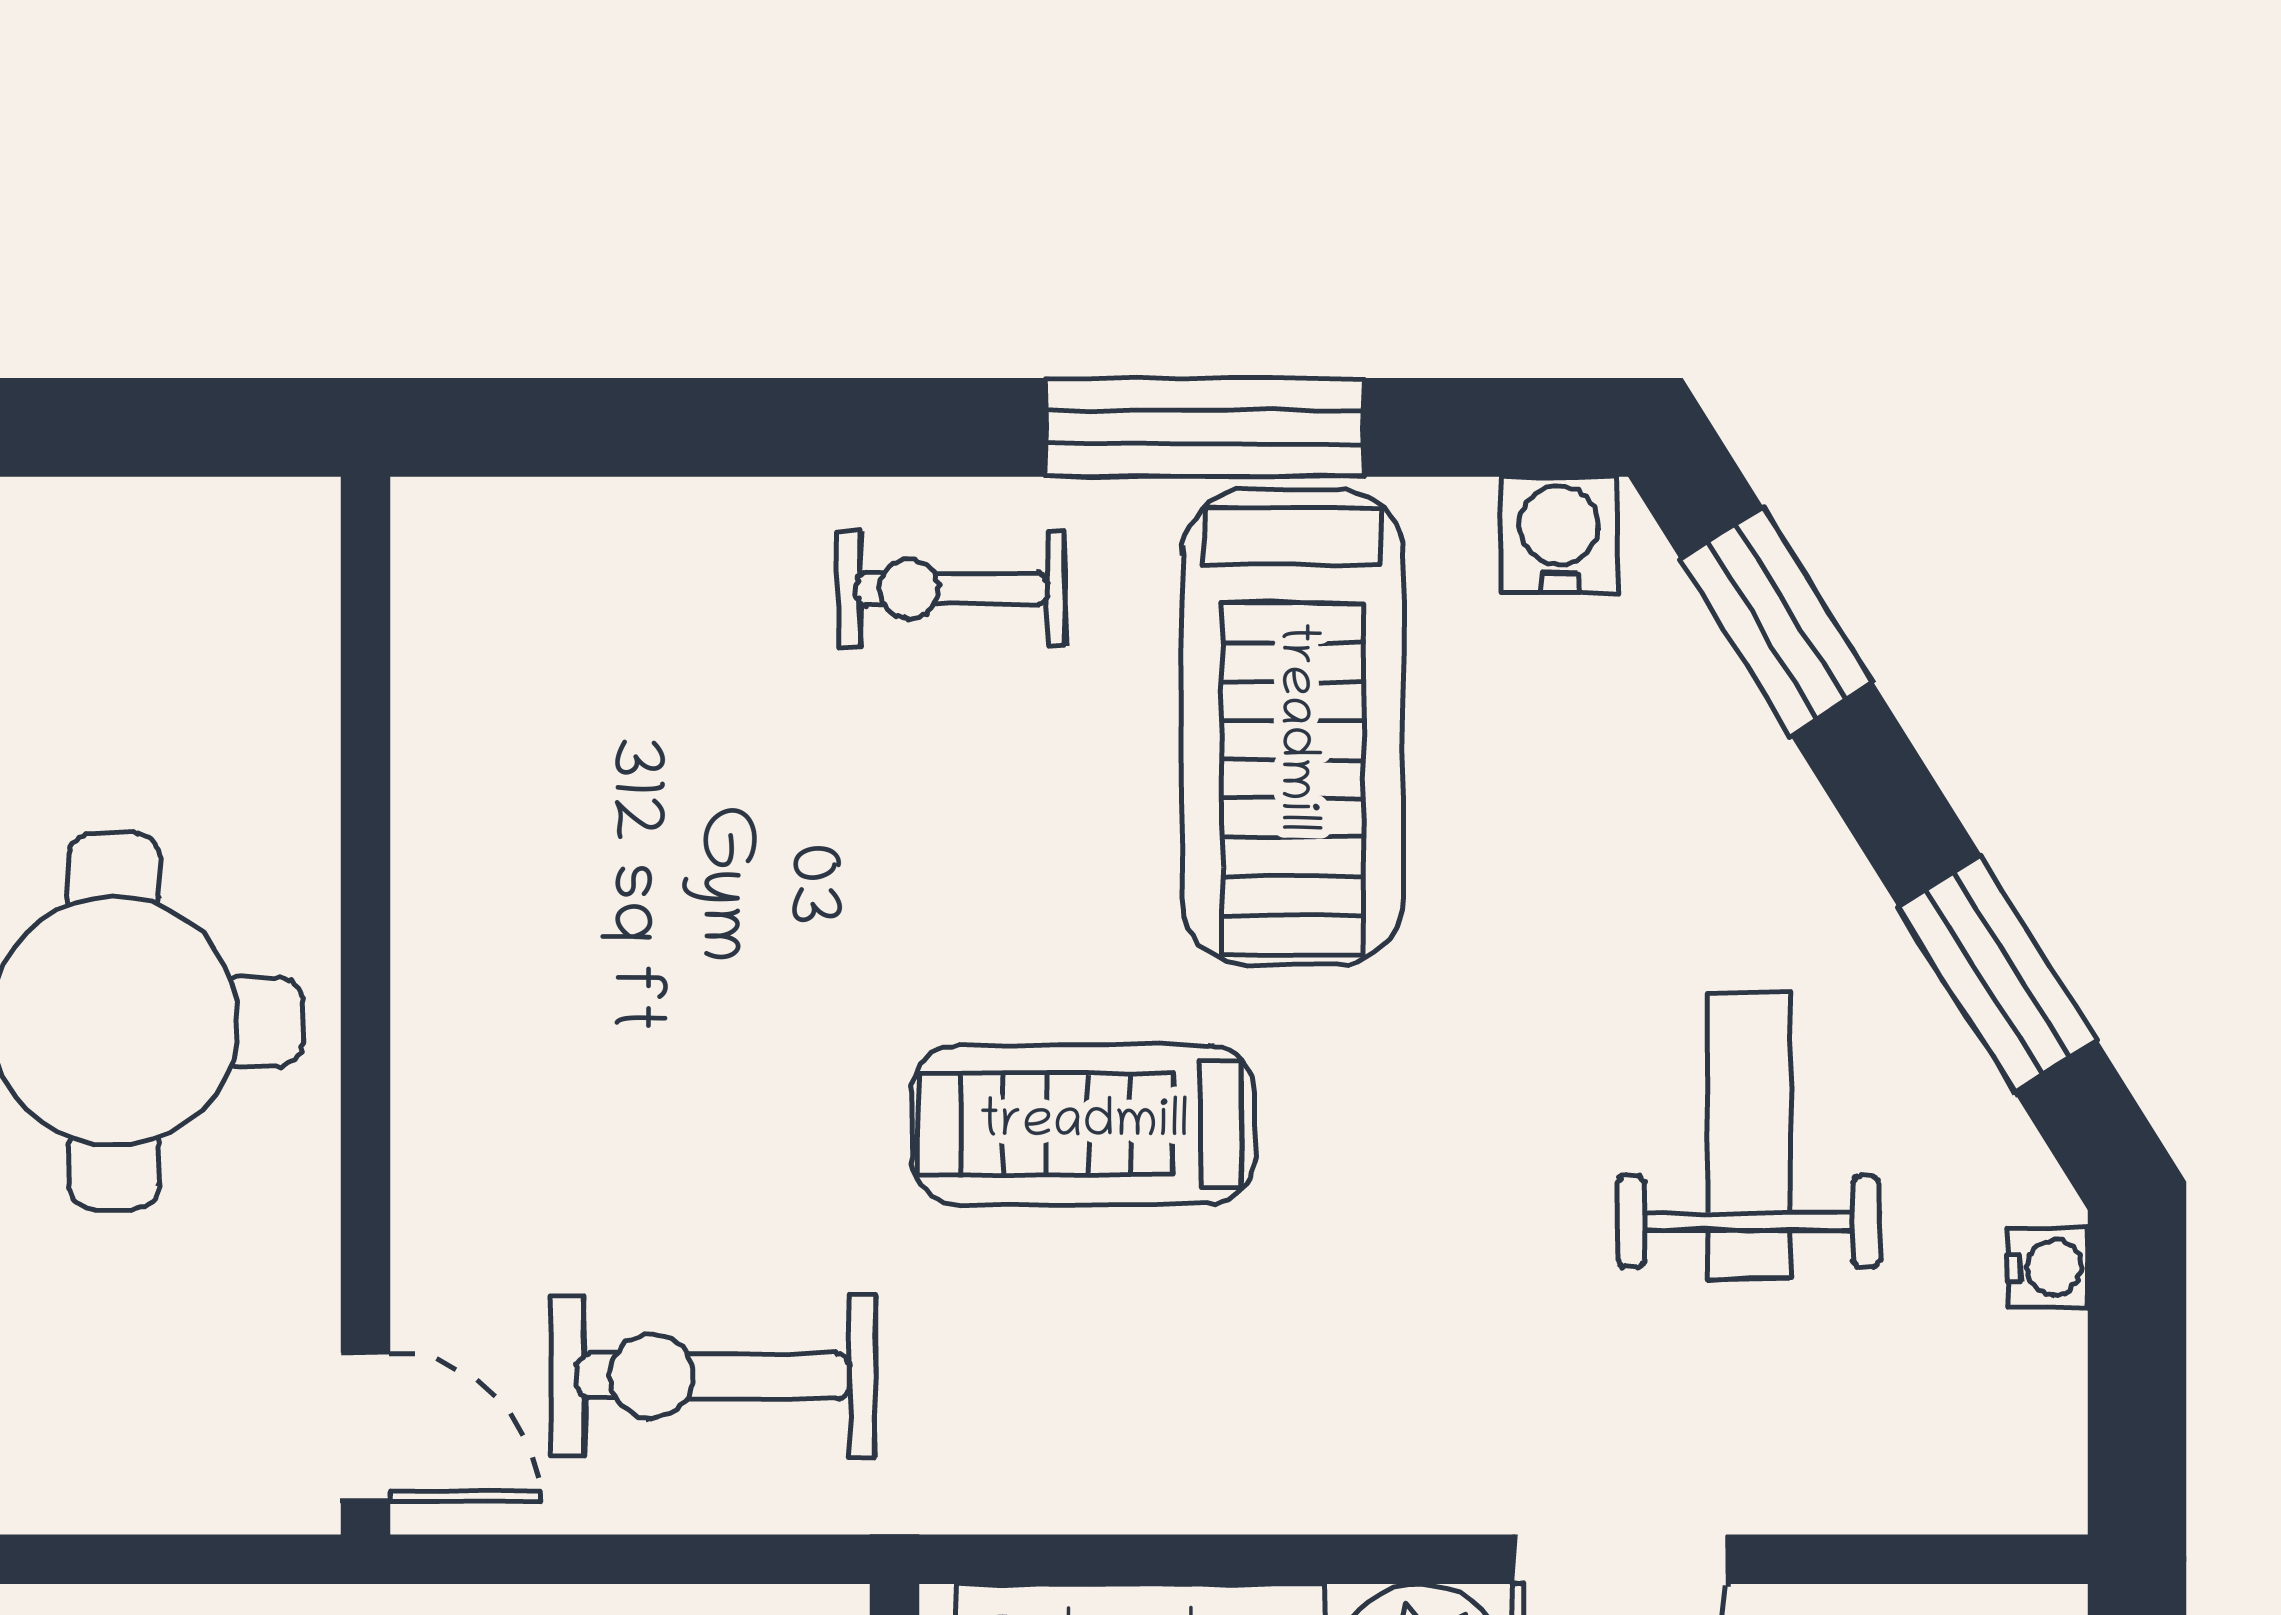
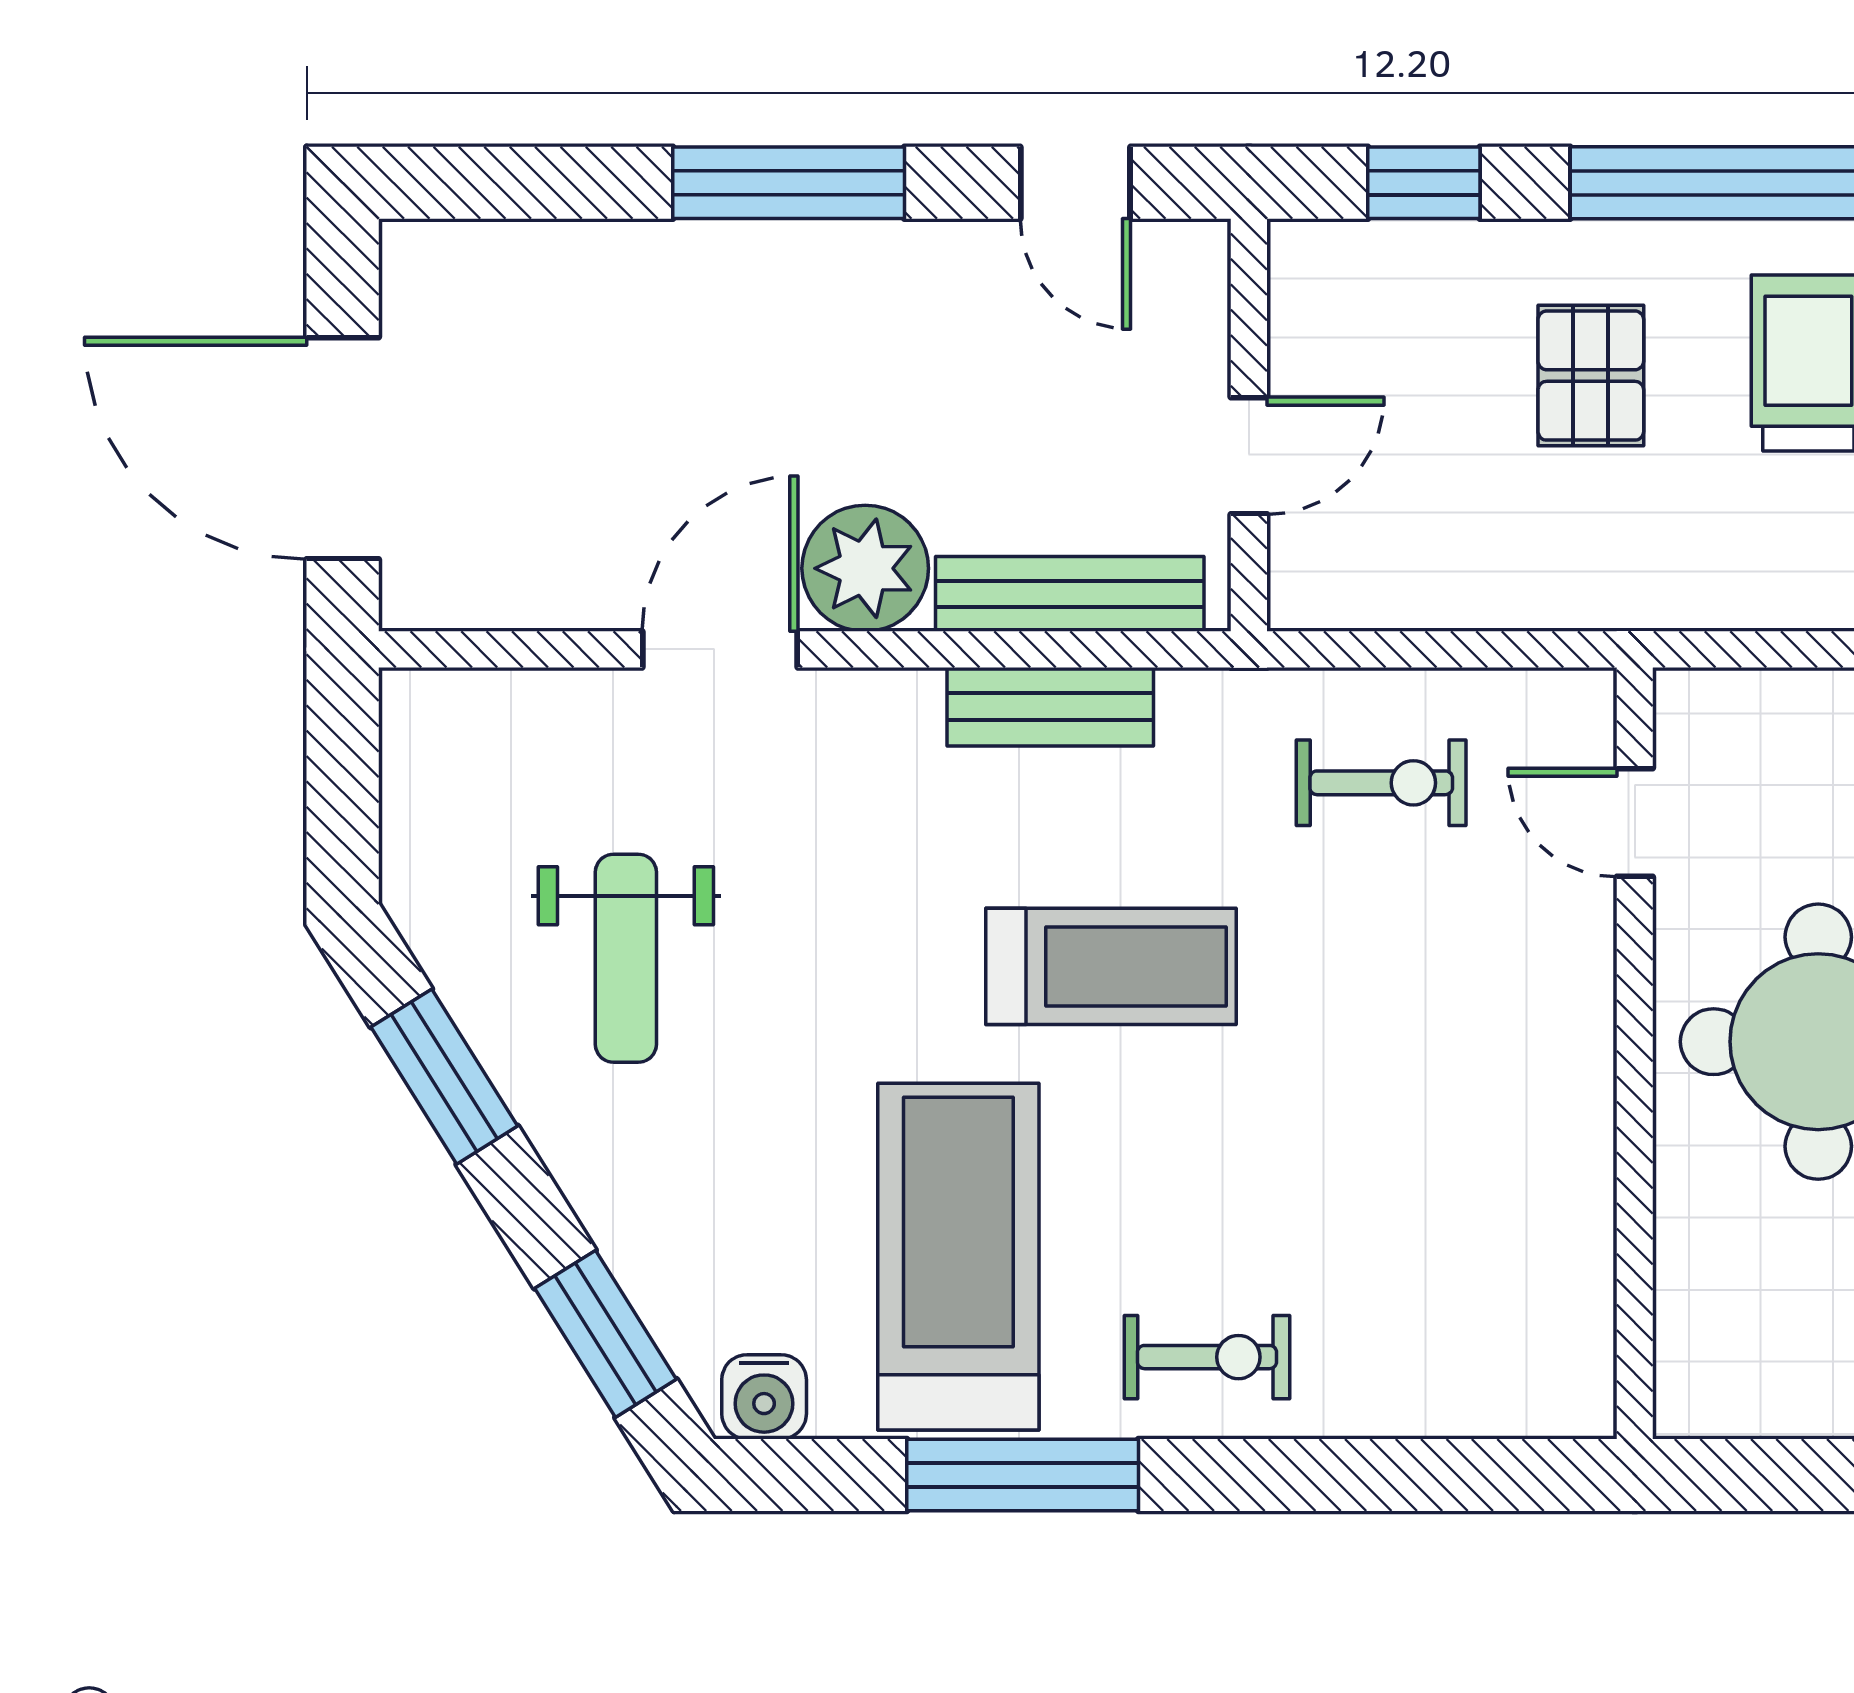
water cooler: (2048, 1268) -> (408, 862), removed
exercise bike: (713, 1376) -> (1381, 783), width x0.73, depth x0.72
door: (365, 1427) -> (1635, 823), moved
bench: (1167, 1481) -> (1050, 707), added

